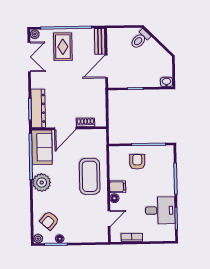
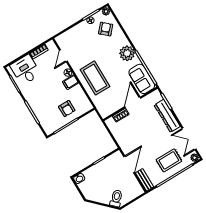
rug: (63, 47) -> (169, 160), turned 90
dresser: (38, 108) -> (167, 116), moved
desk: (160, 210) -> (25, 70), moved, turned 90

